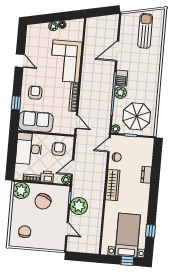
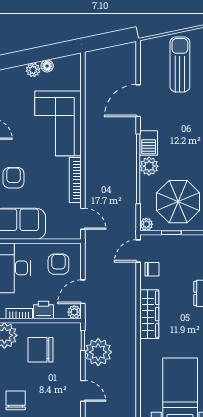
chair: (43, 201) -> (41, 350), turned 70

